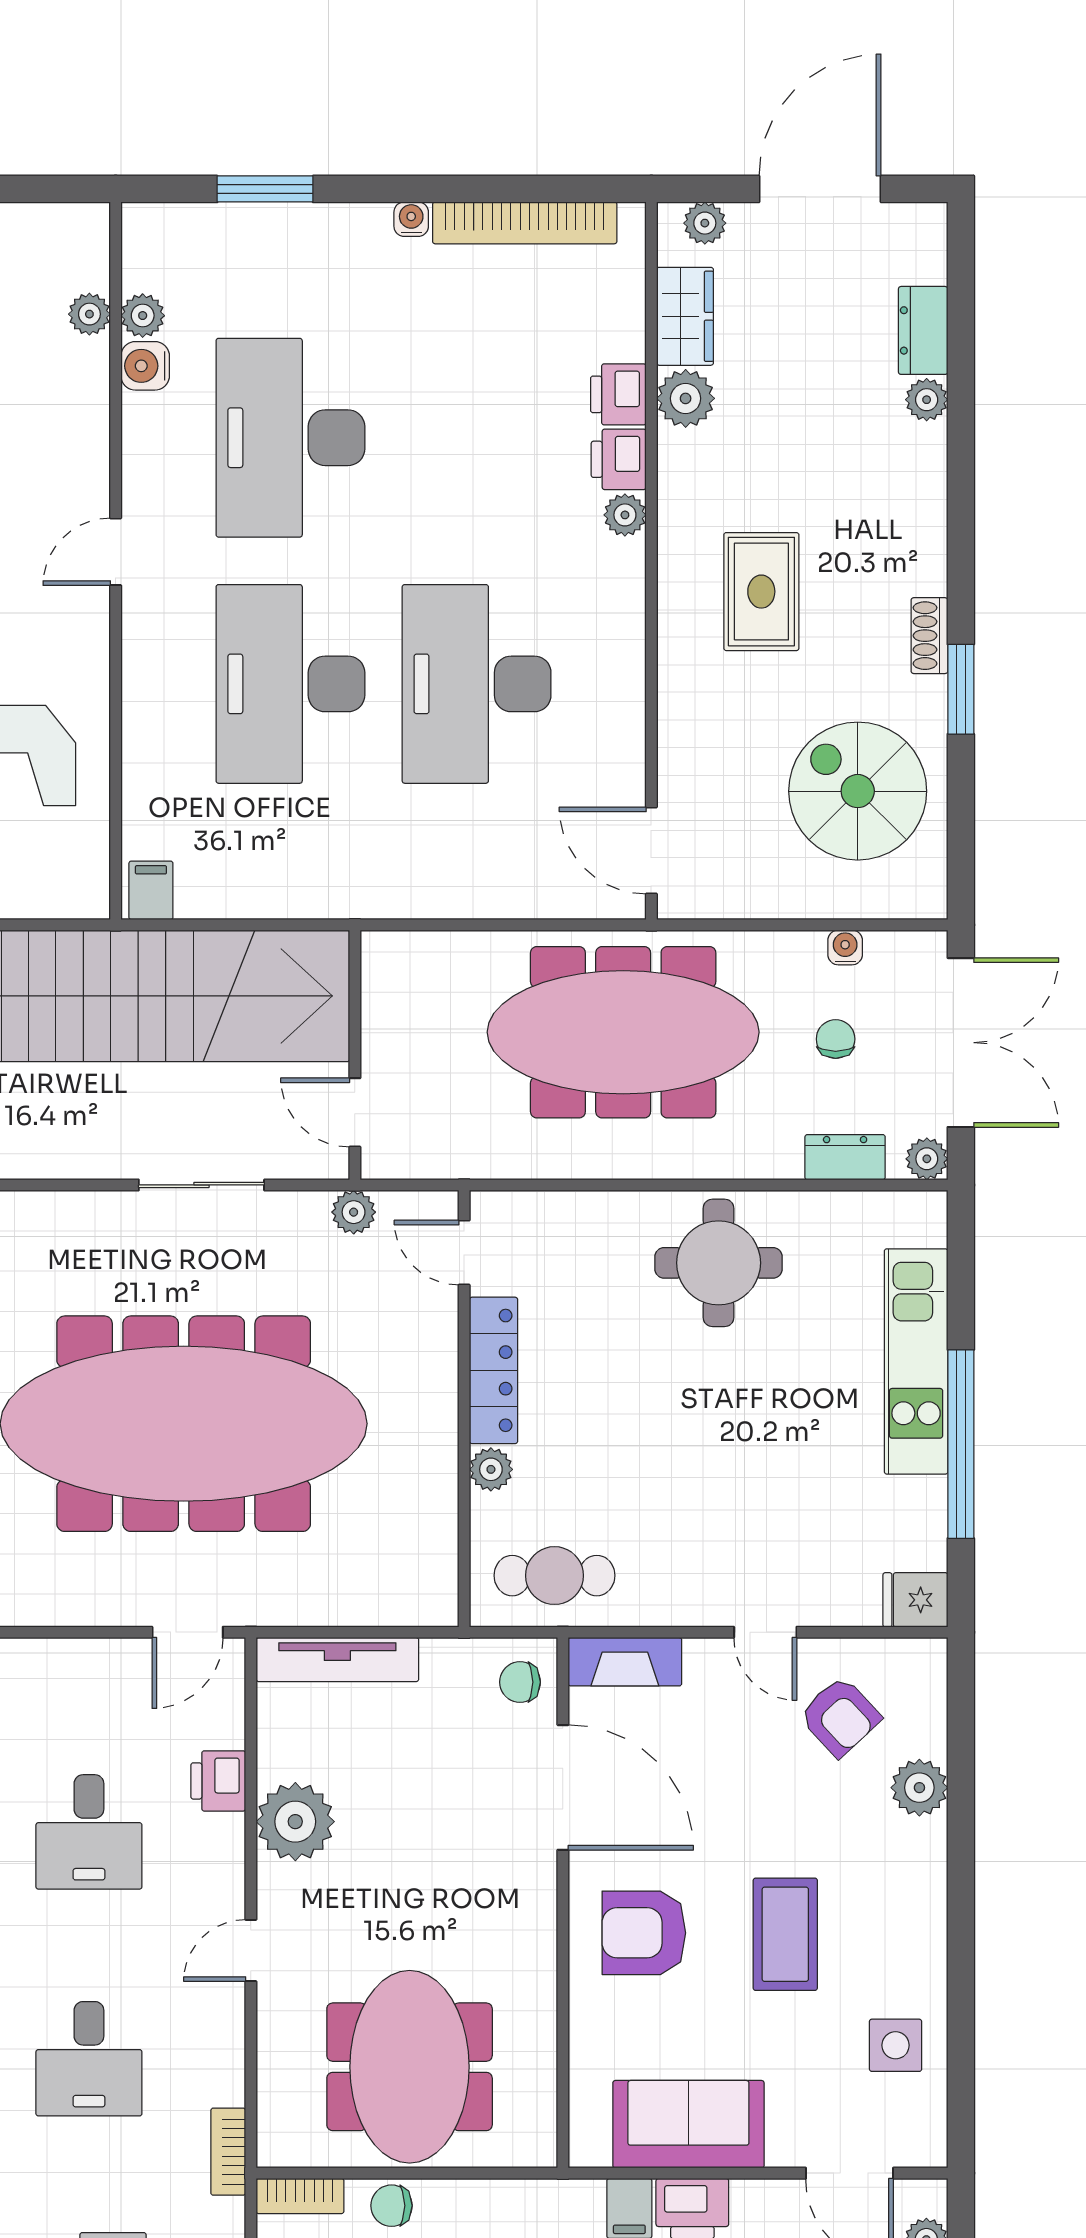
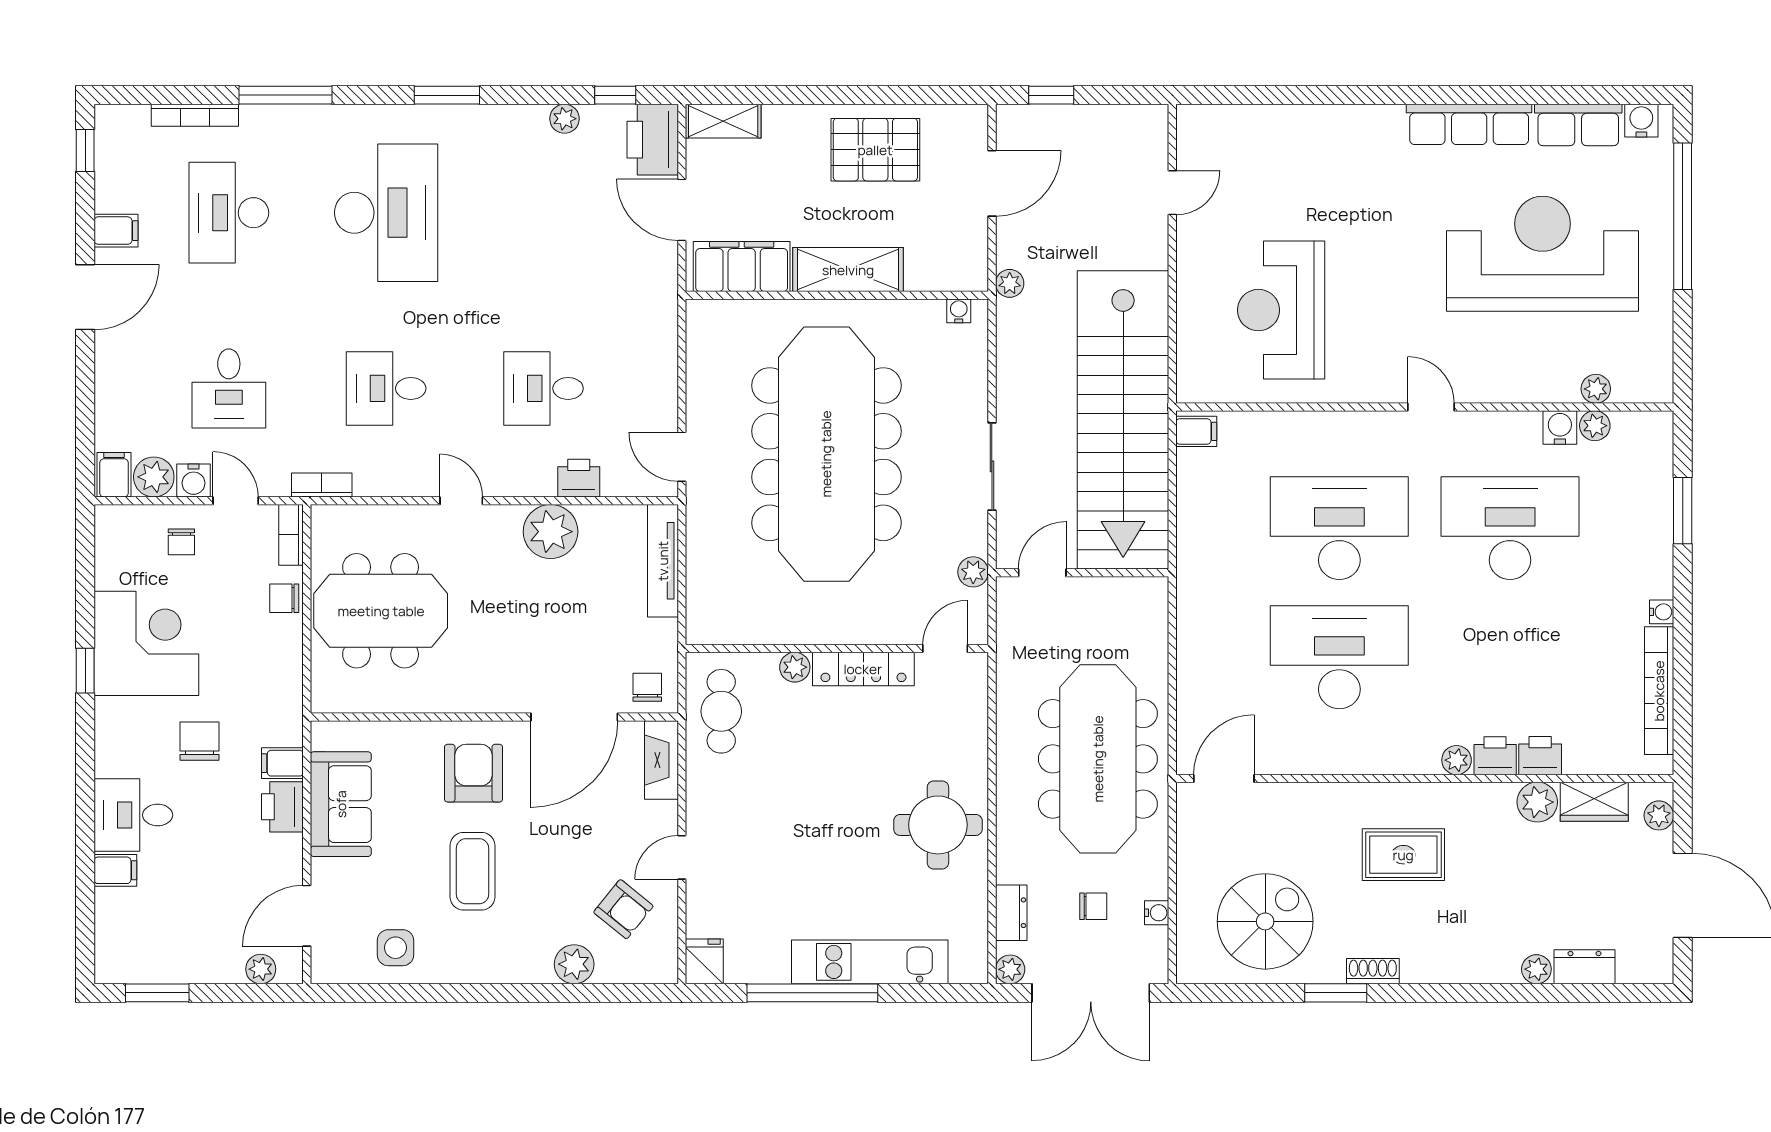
armchair: (840, 1717) -> (623, 909), turned -98
coffee table: (785, 1934) -> (473, 871), turned 90
chair: (392, 2206) -> (284, 598), turned -90

